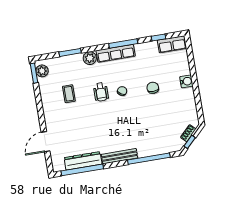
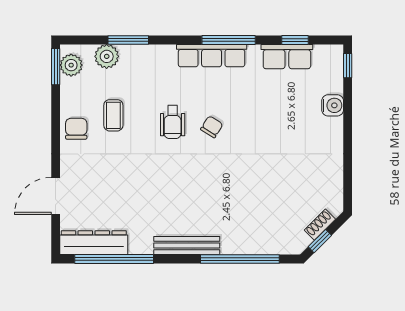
row of seats: (172, 44) -> (287, 57), moved
window: (189, 46) -> (348, 66), added
plant: (90, 58) -> (107, 56), moved
water cooler: (186, 81) -> (333, 105), moved
chair: (153, 88) -> (76, 129), moved
dresser: (83, 161) -> (94, 243), moved

